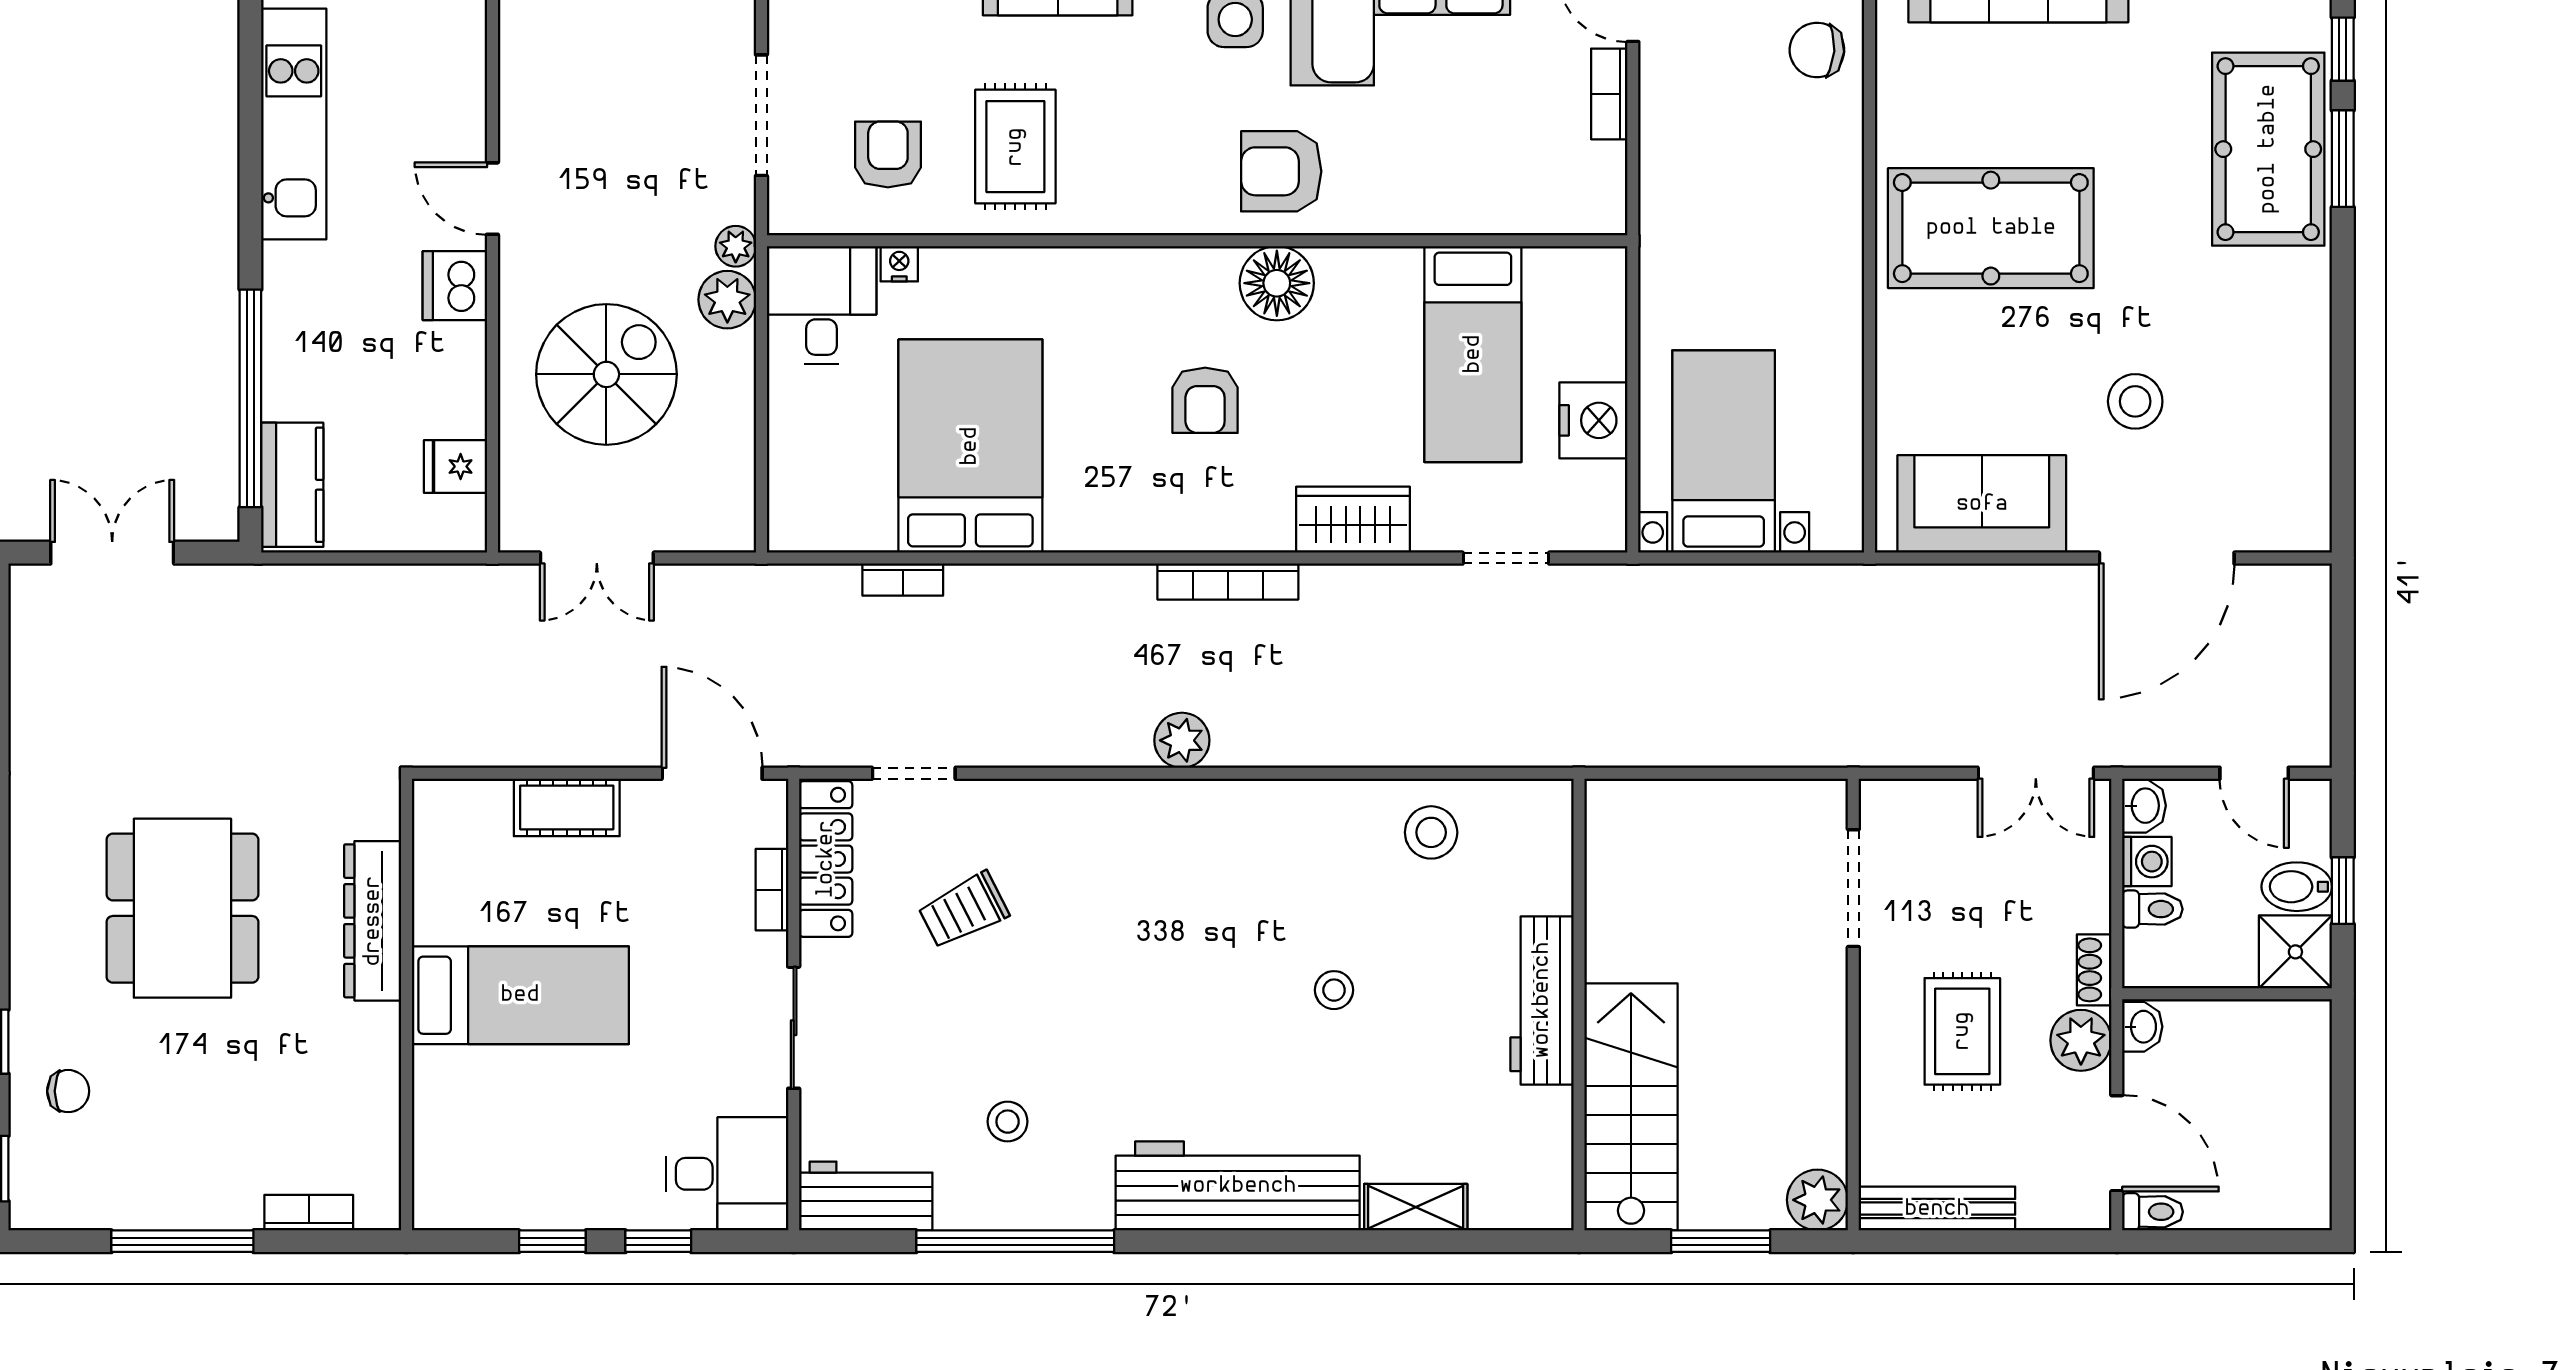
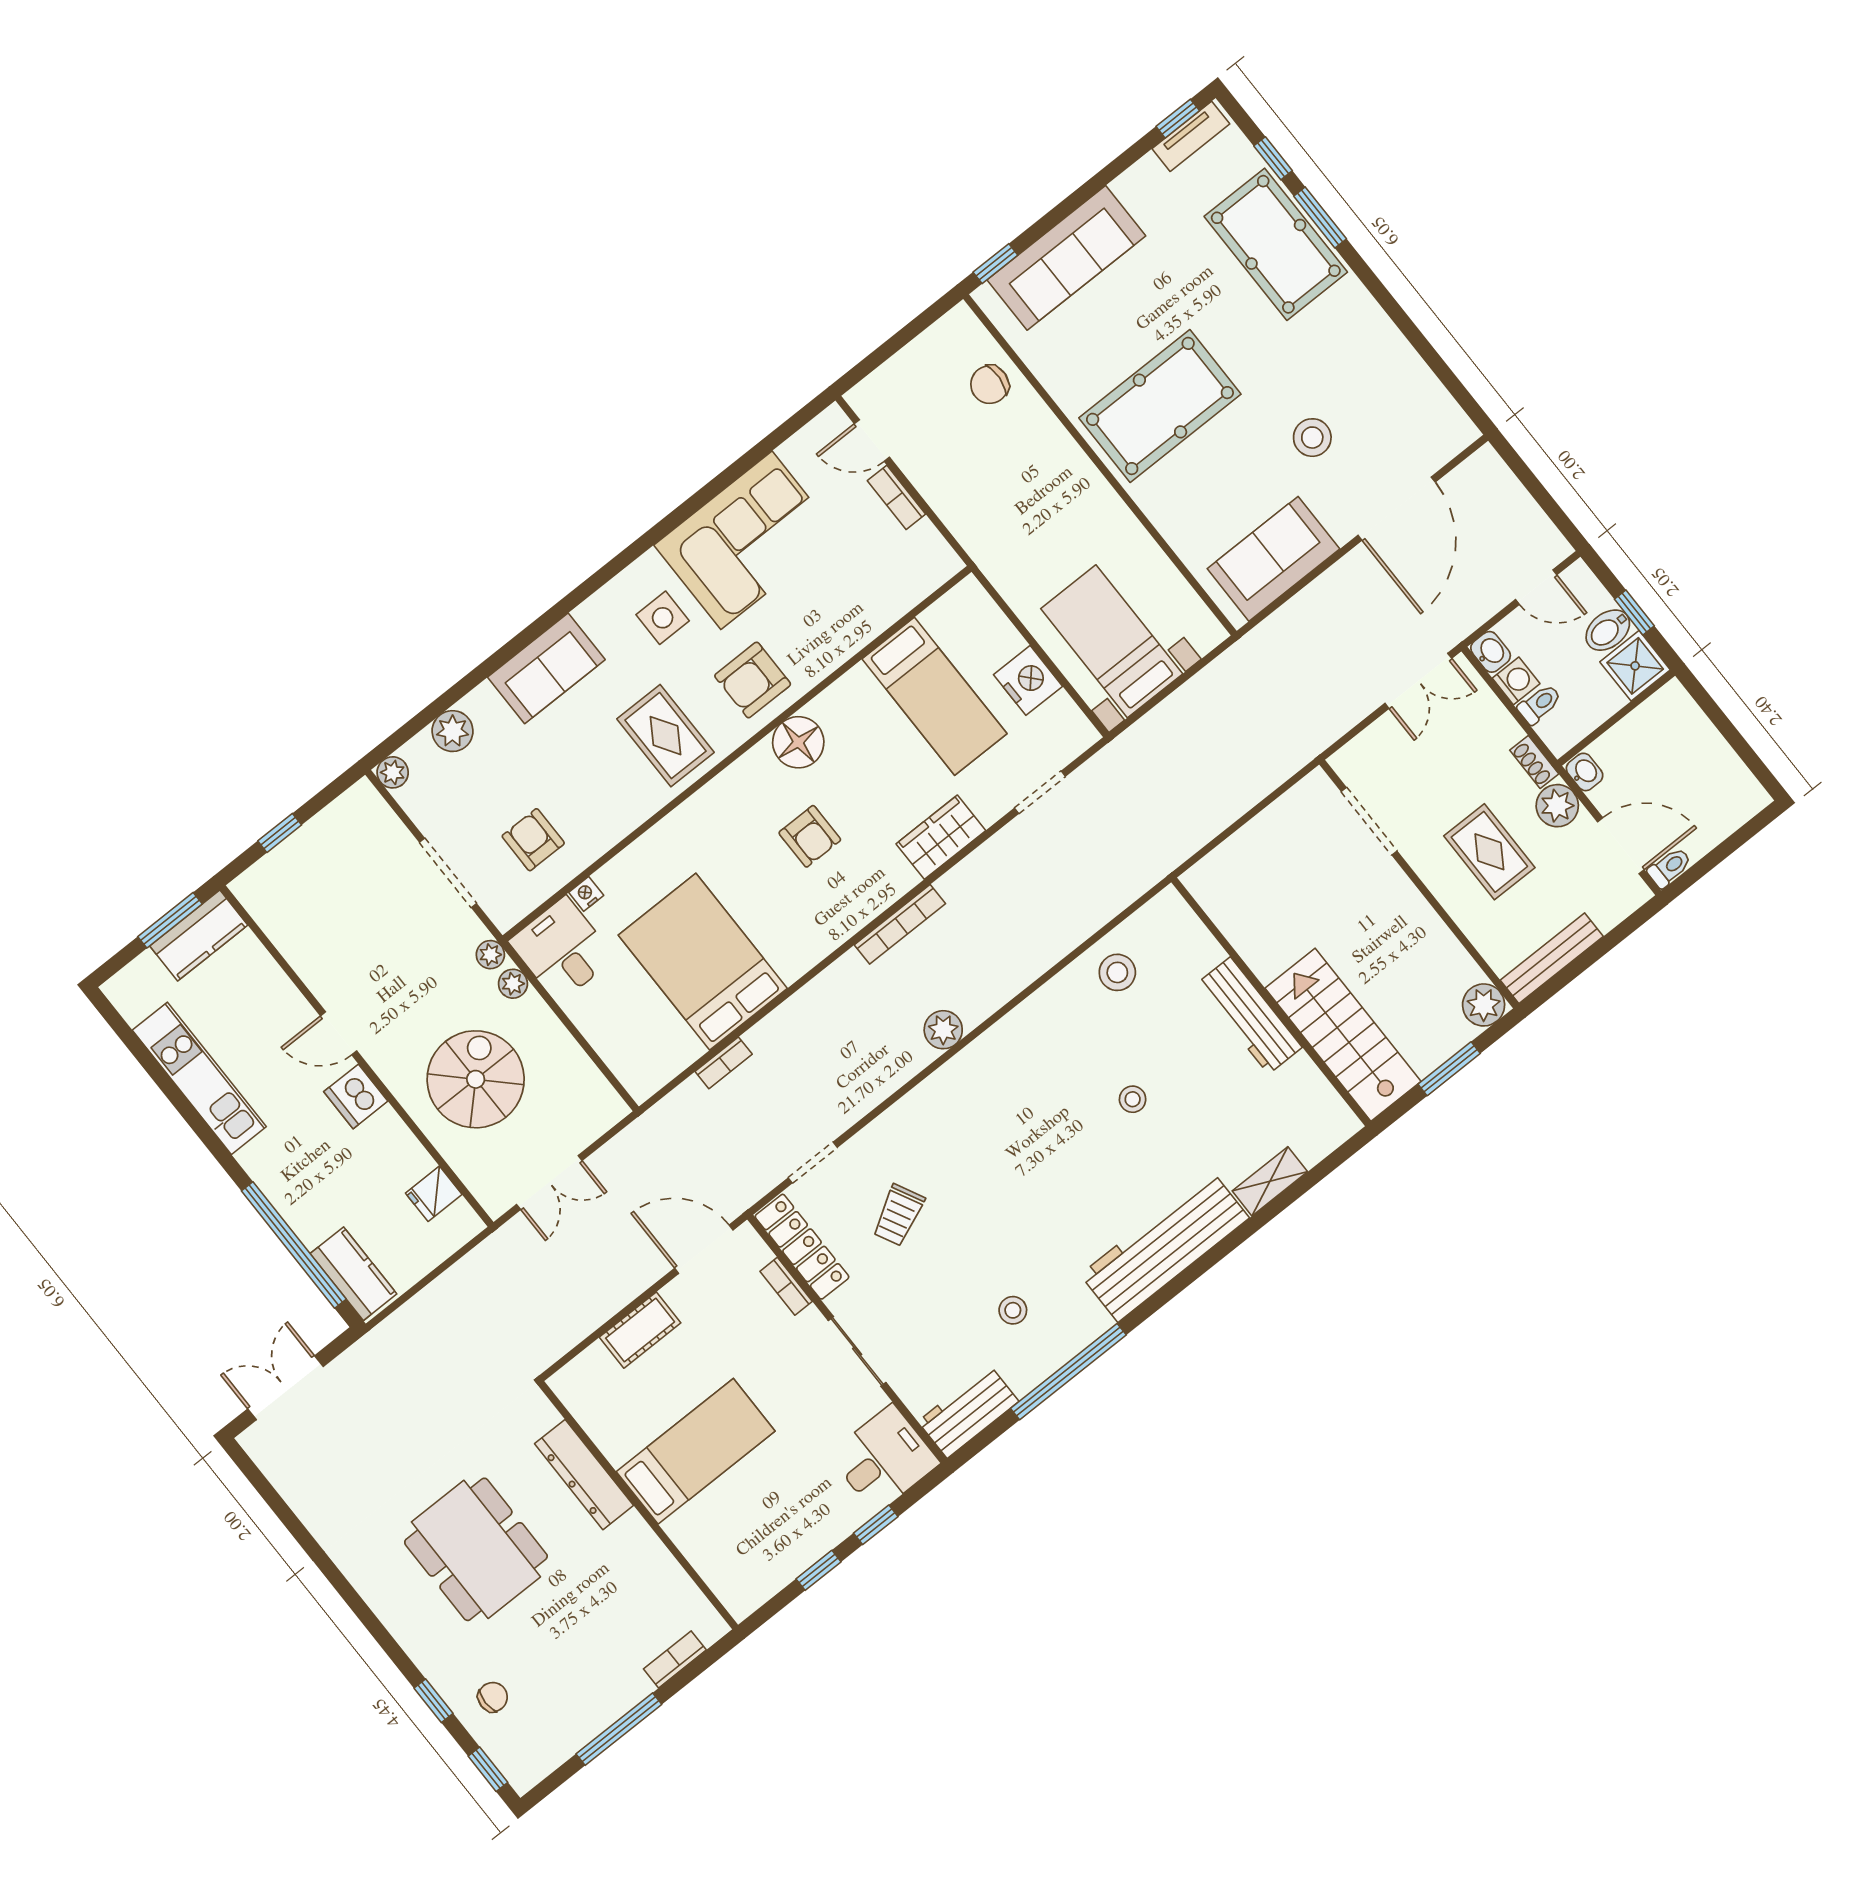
rug: (1015, 147) -> (665, 736), moved
plant: (727, 300) -> (513, 984), width x0.73, depth x0.73

